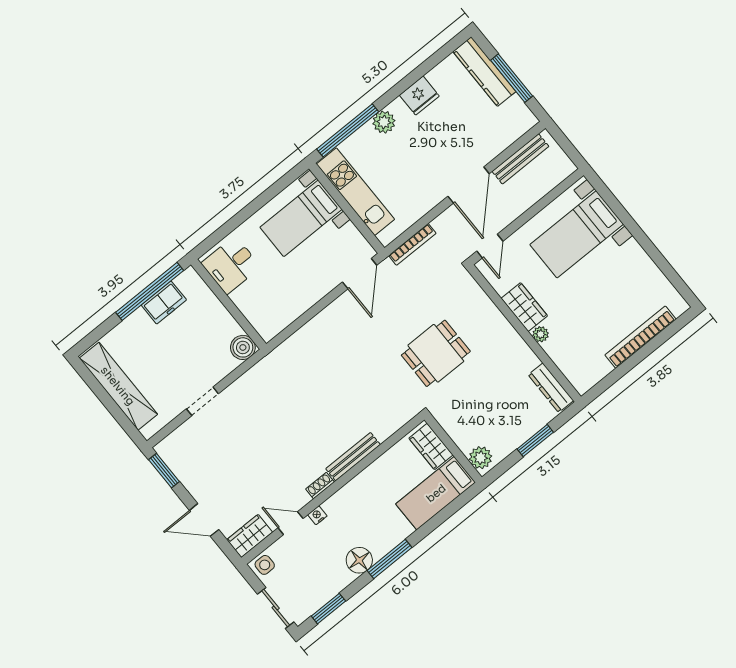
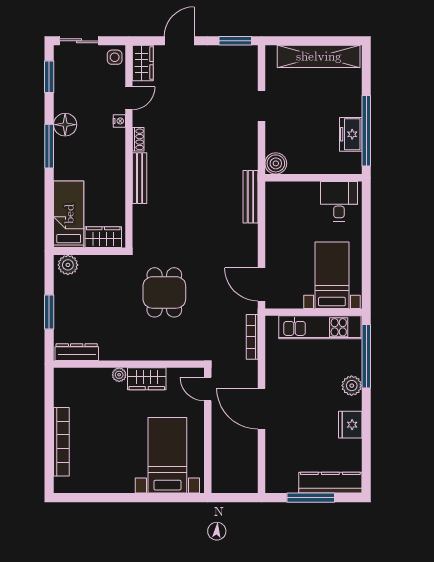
bench: (520, 159) -> (250, 197), moved

